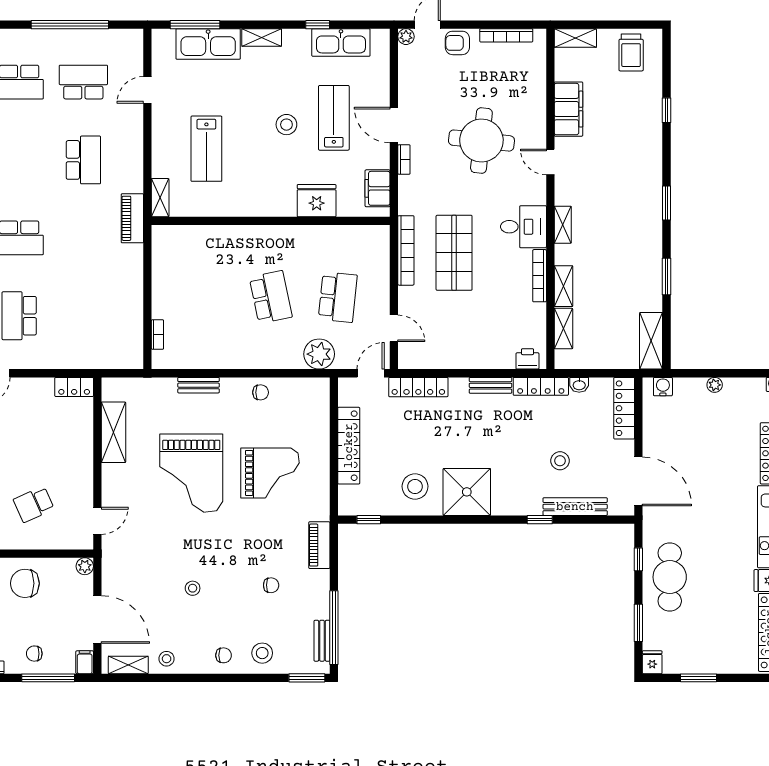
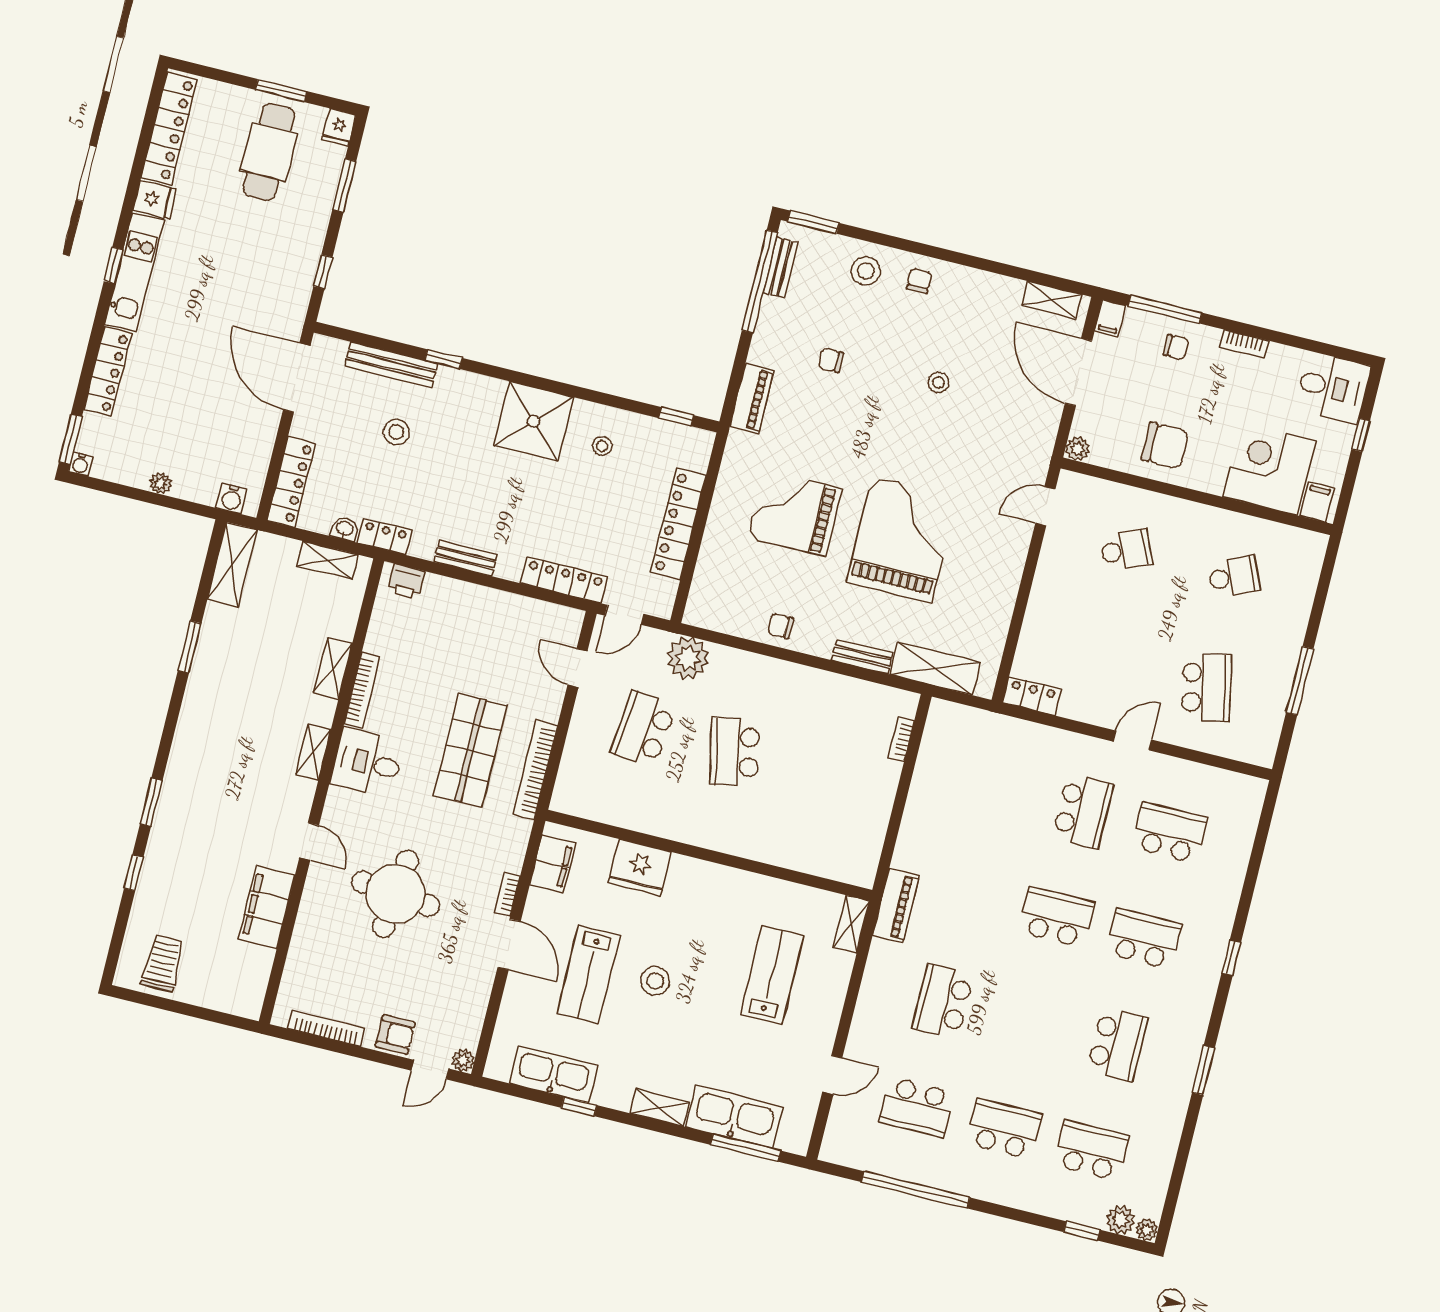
shelving: (575, 38) -> (233, 1002), removed
window: (667, 203) -> (151, 802), moved
shelving: (563, 329) -> (328, 560), moved, turned 90
locker: (541, 386) -> (385, 537), width x0.66
shelving: (113, 432) -> (935, 668), moved, turned 90
stool: (415, 486) -> (602, 446), width x0.53, depth x0.53
cafe table: (670, 577) -> (269, 152), moved
chair: (224, 655) -> (919, 281), turned 90
stool: (167, 659) -> (998, 295), removed

